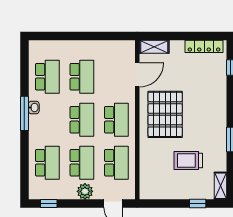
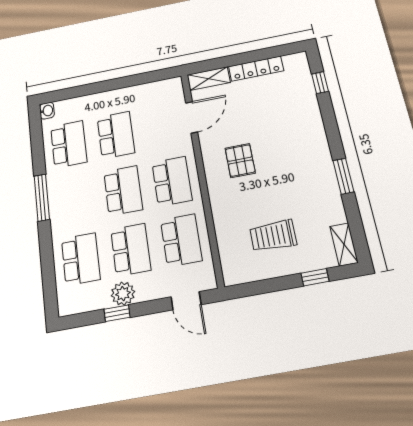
locker: (204, 46) -> (256, 69), moved
washbasin: (34, 107) -> (47, 111), moved
pallet: (165, 114) -> (240, 161), width x0.49, depth x0.50
trolley: (188, 160) -> (273, 236), moved
plant: (85, 191) -> (123, 294), moved
window: (49, 204) -> (117, 313), moved

